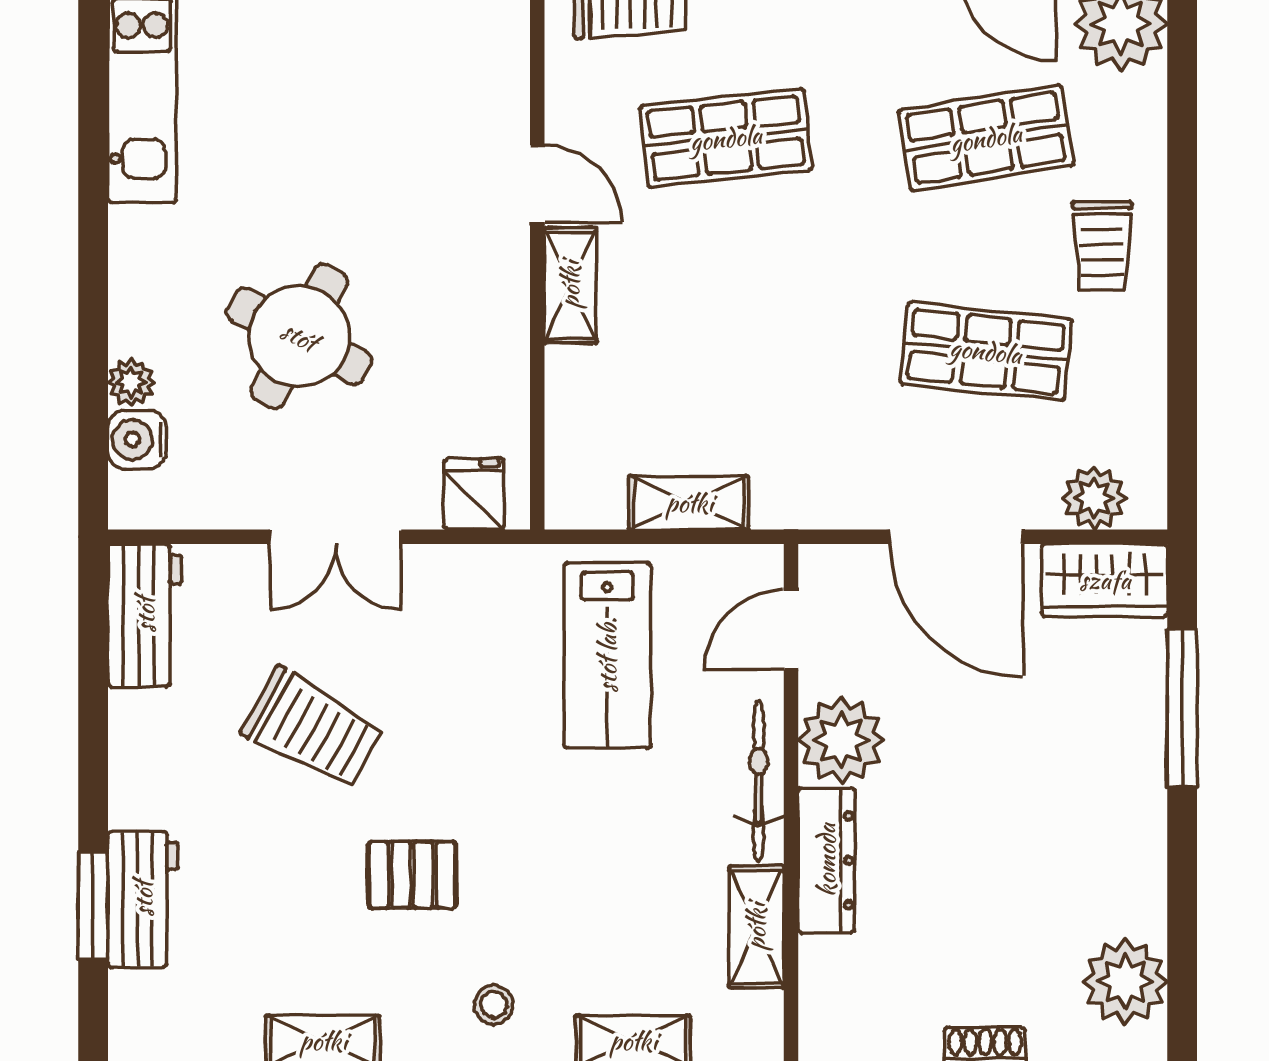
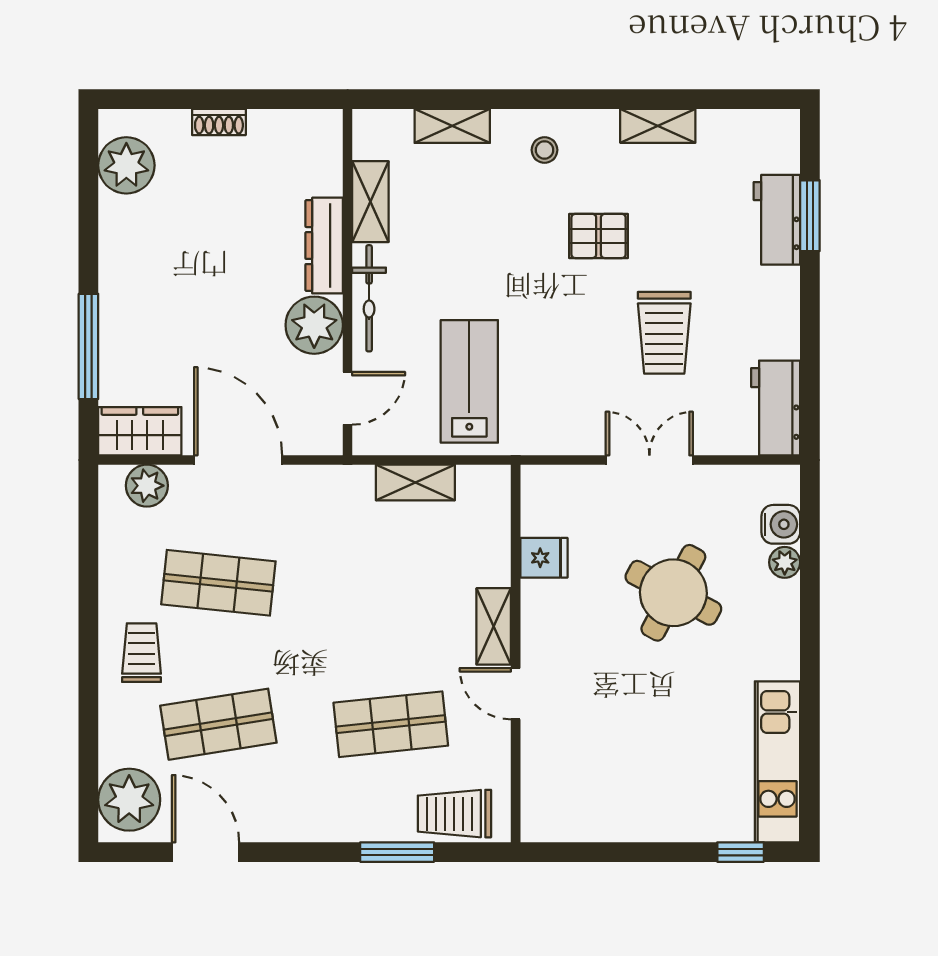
fridge: (474, 494) -> (544, 558), moved, turned -90
trolley: (313, 729) -> (664, 333), turned -119

